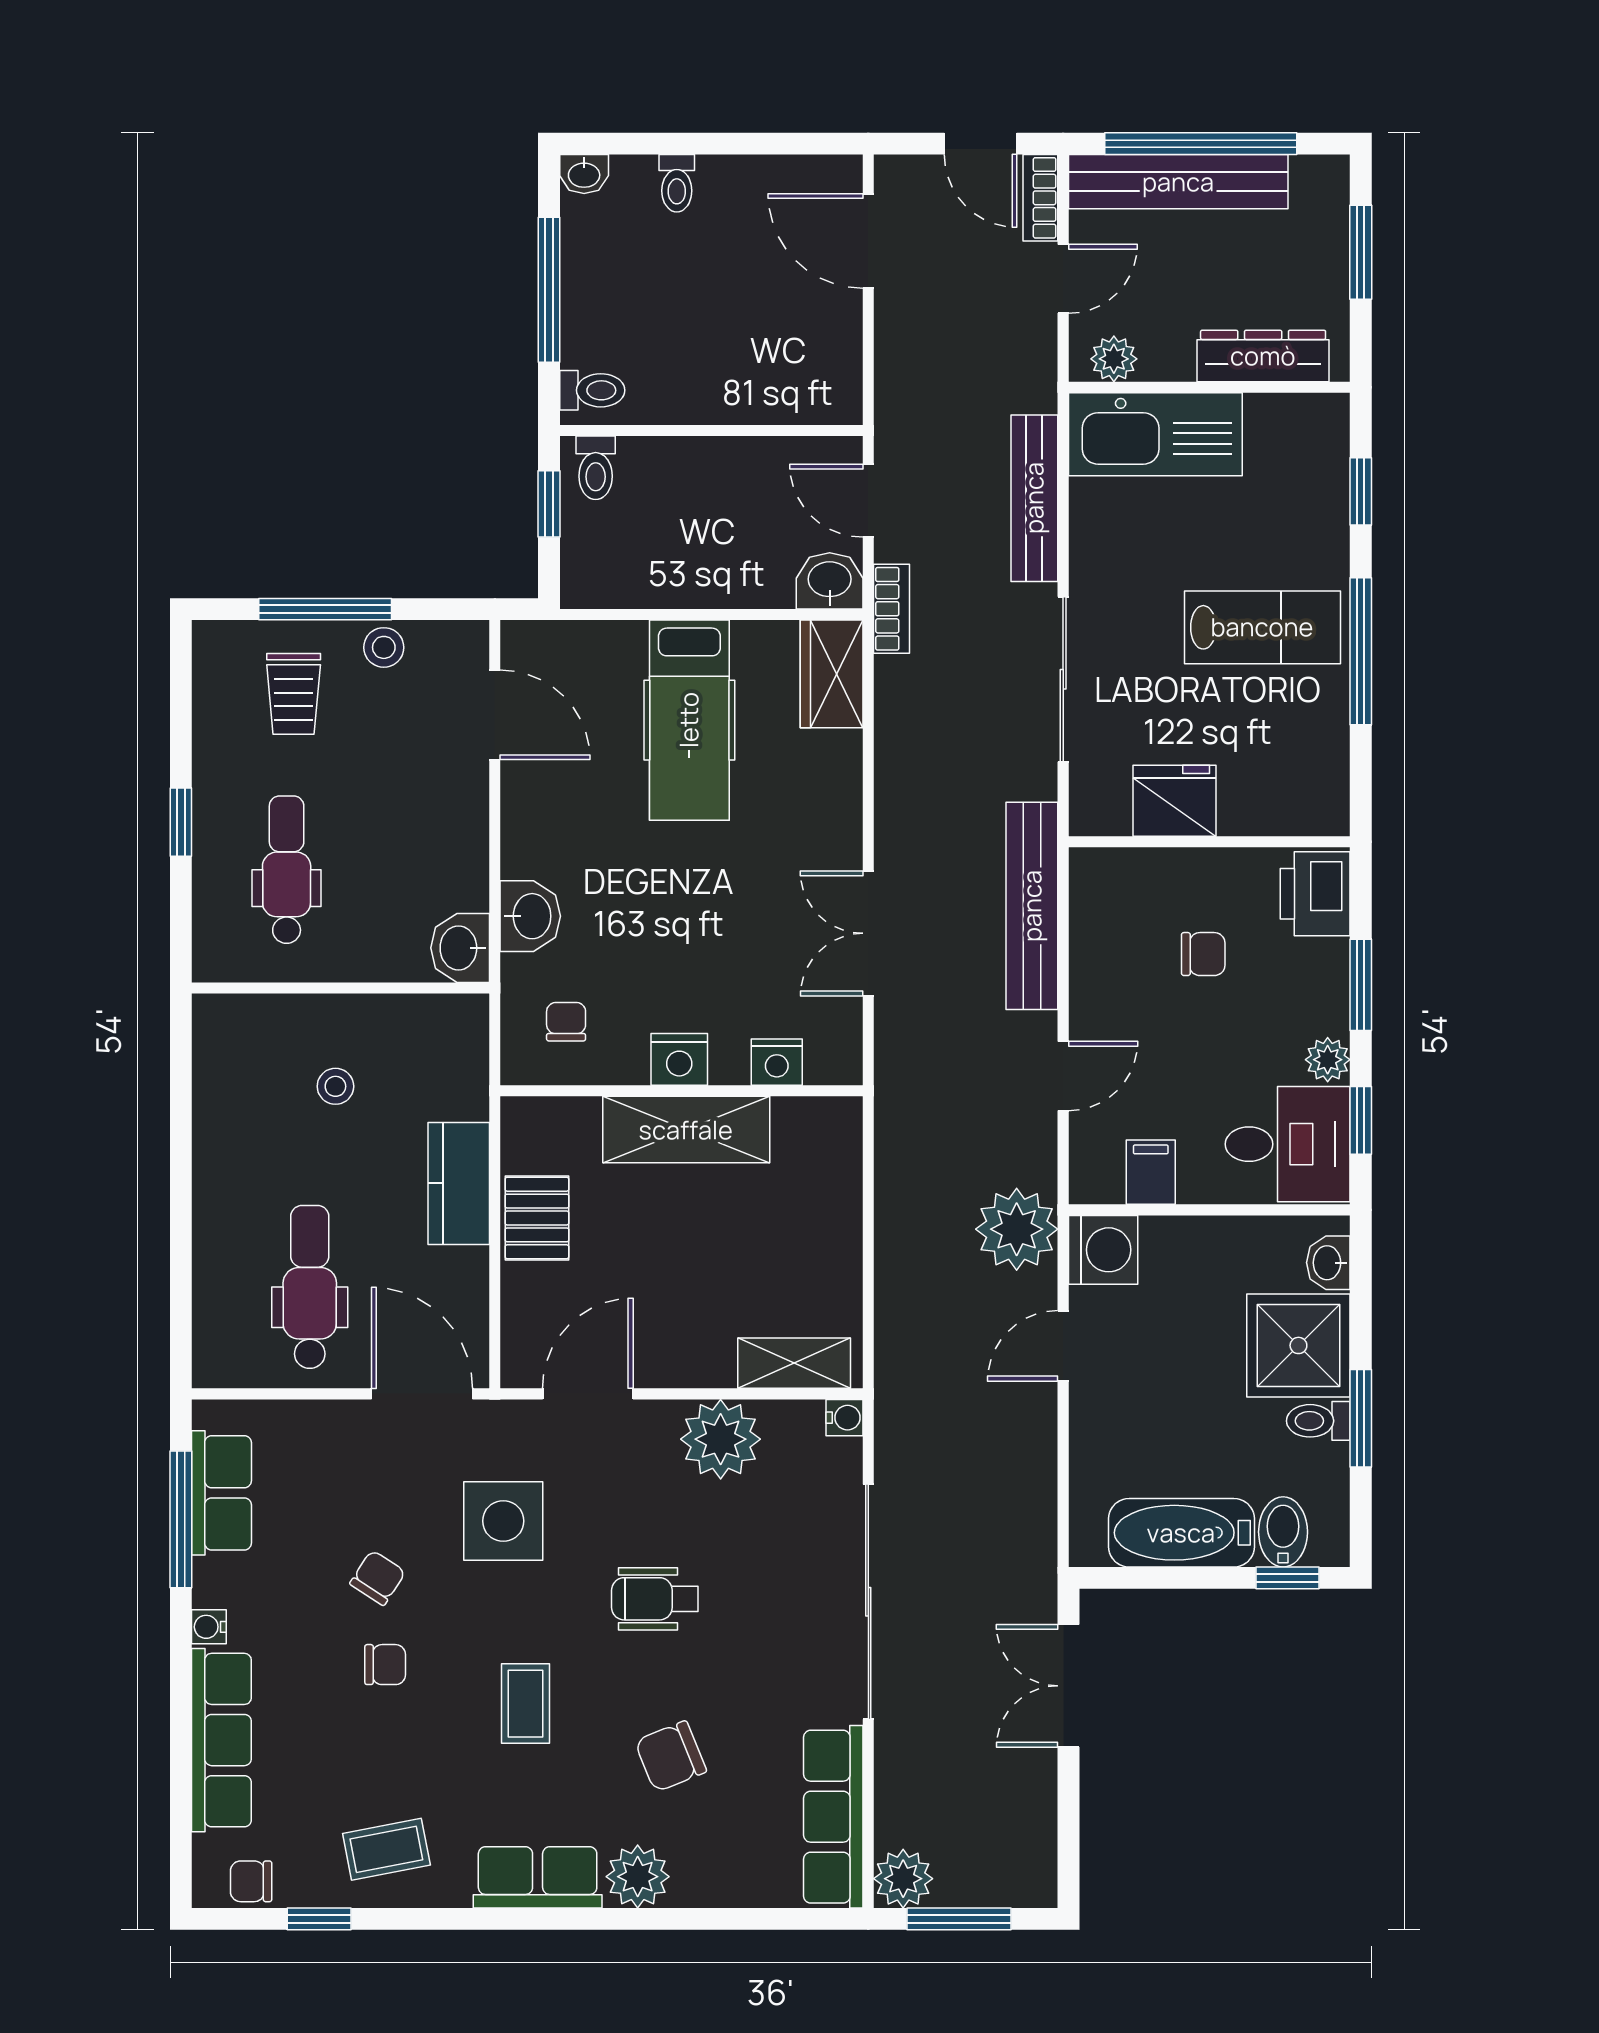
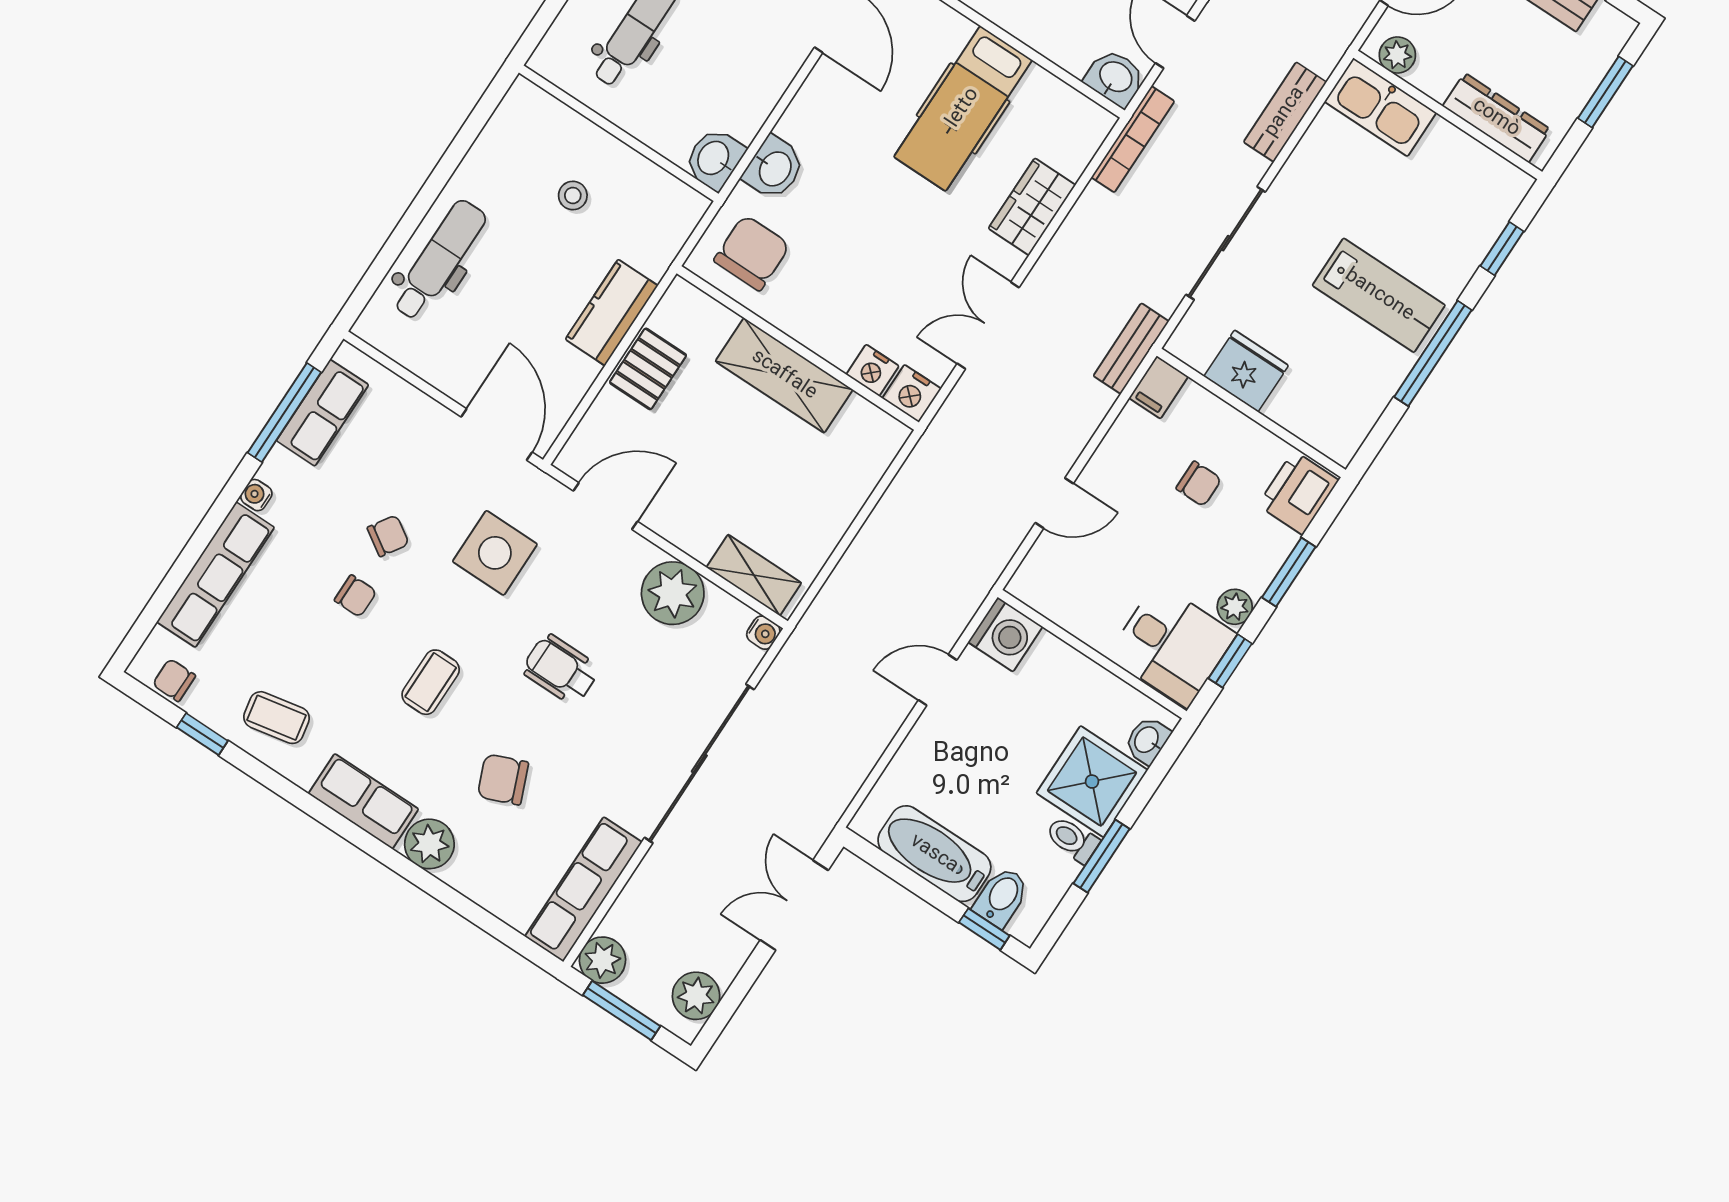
kitchen sink: (1155, 434) -> (1380, 107), width x0.73, depth x0.81
bench: (1034, 498) -> (1285, 112), width x0.73
bookcase: (892, 609) -> (1133, 139), width x1.56
wardrobe: (832, 674) -> (1032, 207), moved
bench: (1032, 906) -> (1131, 349), width x0.54, depth x0.82
chair: (566, 1022) -> (752, 253), width x1.87, depth x1.87
nightstand: (679, 1059) -> (912, 394), moved
filing cabinet: (1151, 1172) -> (1159, 387), moved, turned 180
plant: (1017, 1229) -> (696, 996), moved, width x0.73, depth x0.73
dental chair: (310, 1287) -> (439, 260), moved

